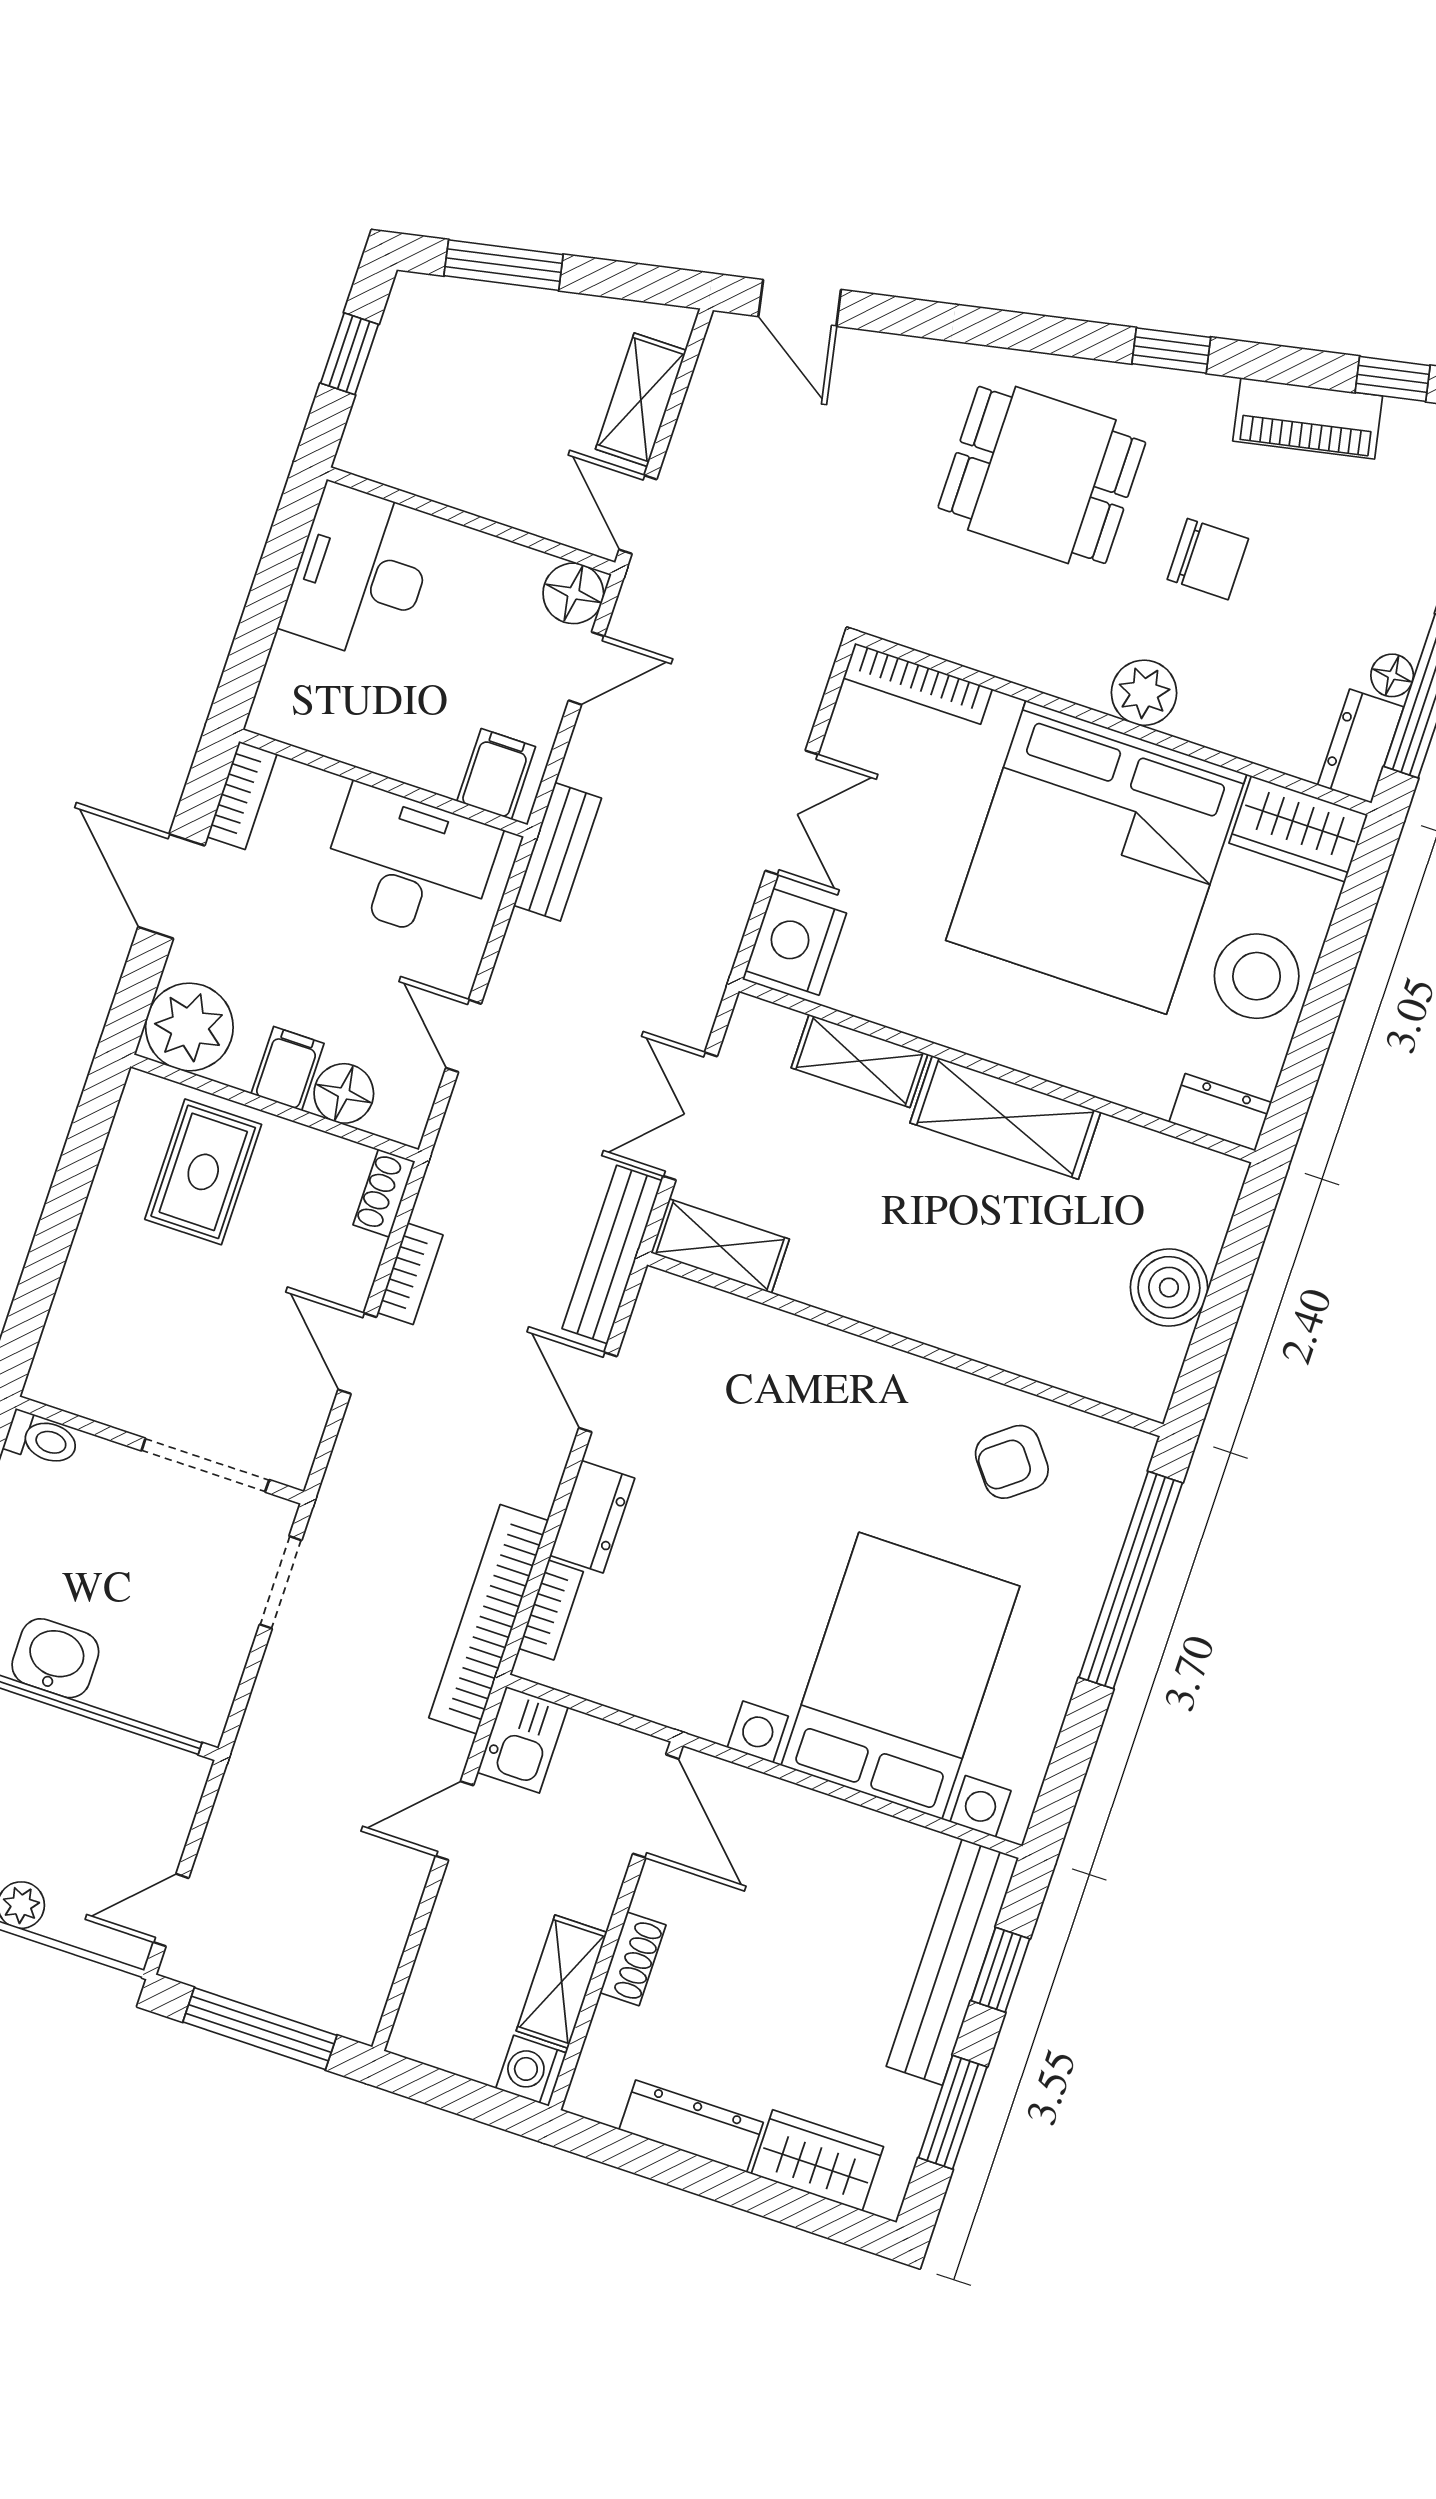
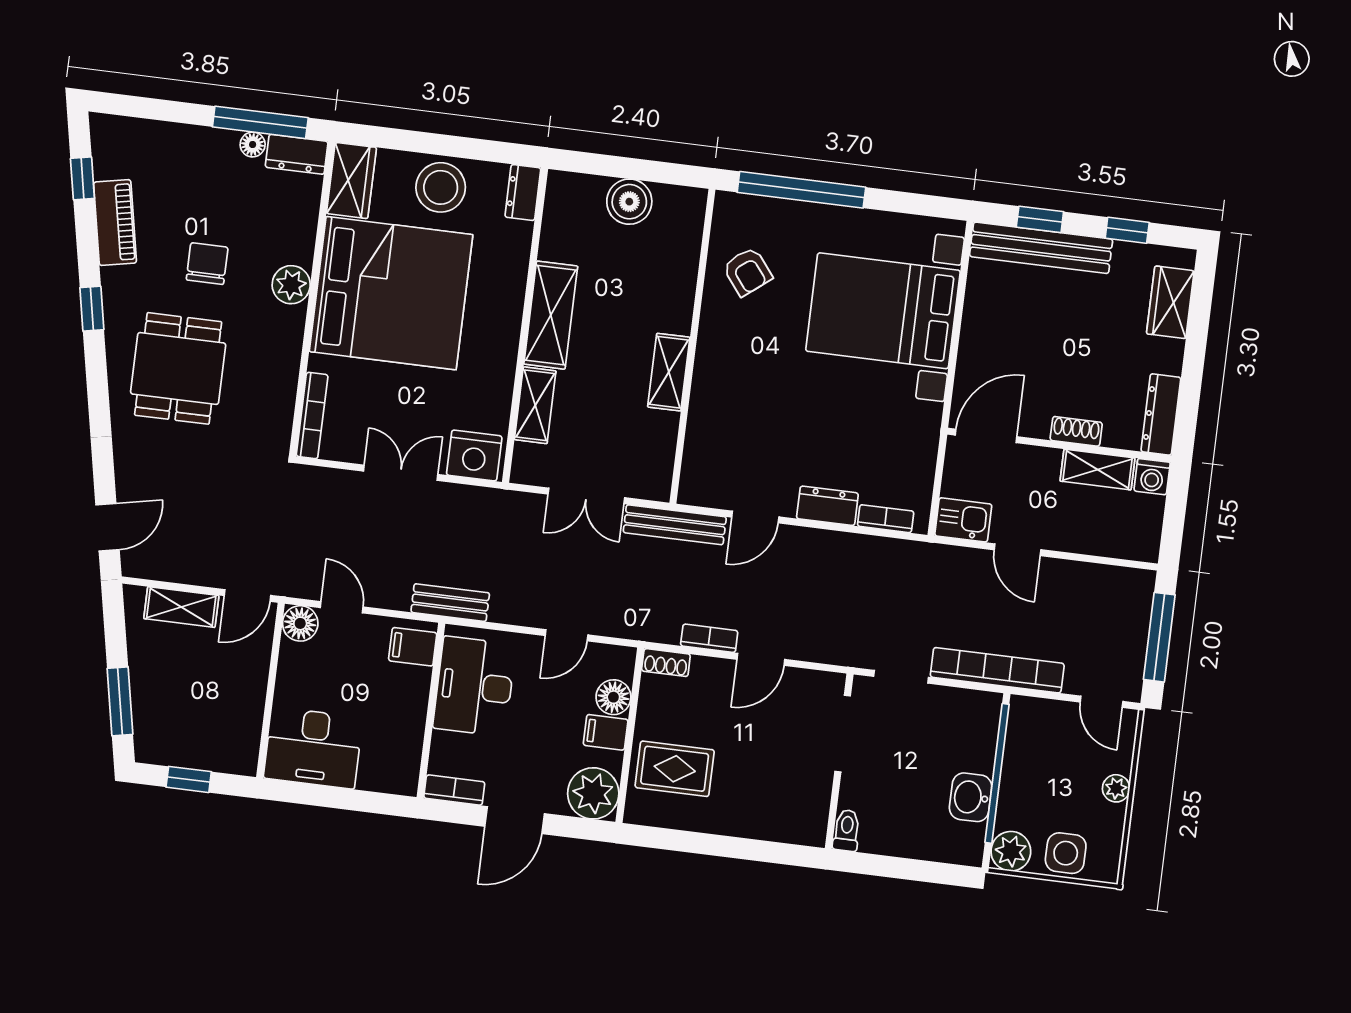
shelving: (720, 1246) -> (669, 372), moved
bookcase: (489, 1619) -> (997, 670), moved, turned 180
window: (953, 2112) -> (1127, 230), width x0.67
dresser: (691, 2126) -> (1161, 414), moved

